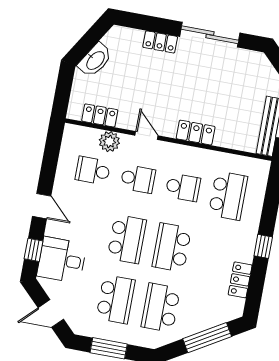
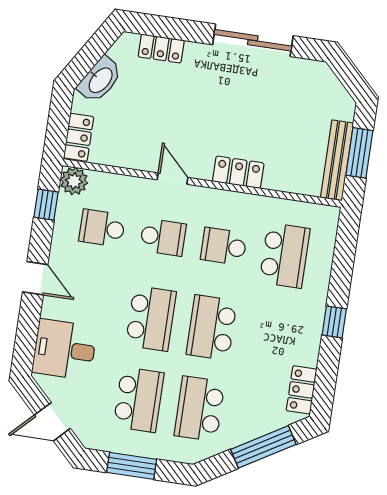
locker: (160, 42) -> (161, 49), moved
locker: (100, 115) -> (79, 137), moved, turned 90
plant: (109, 142) -> (74, 181), moved
school desk: (183, 187) -> (224, 246), turned 180
window: (34, 250) -> (46, 205), moved
locker: (240, 280) -> (301, 390), moved

